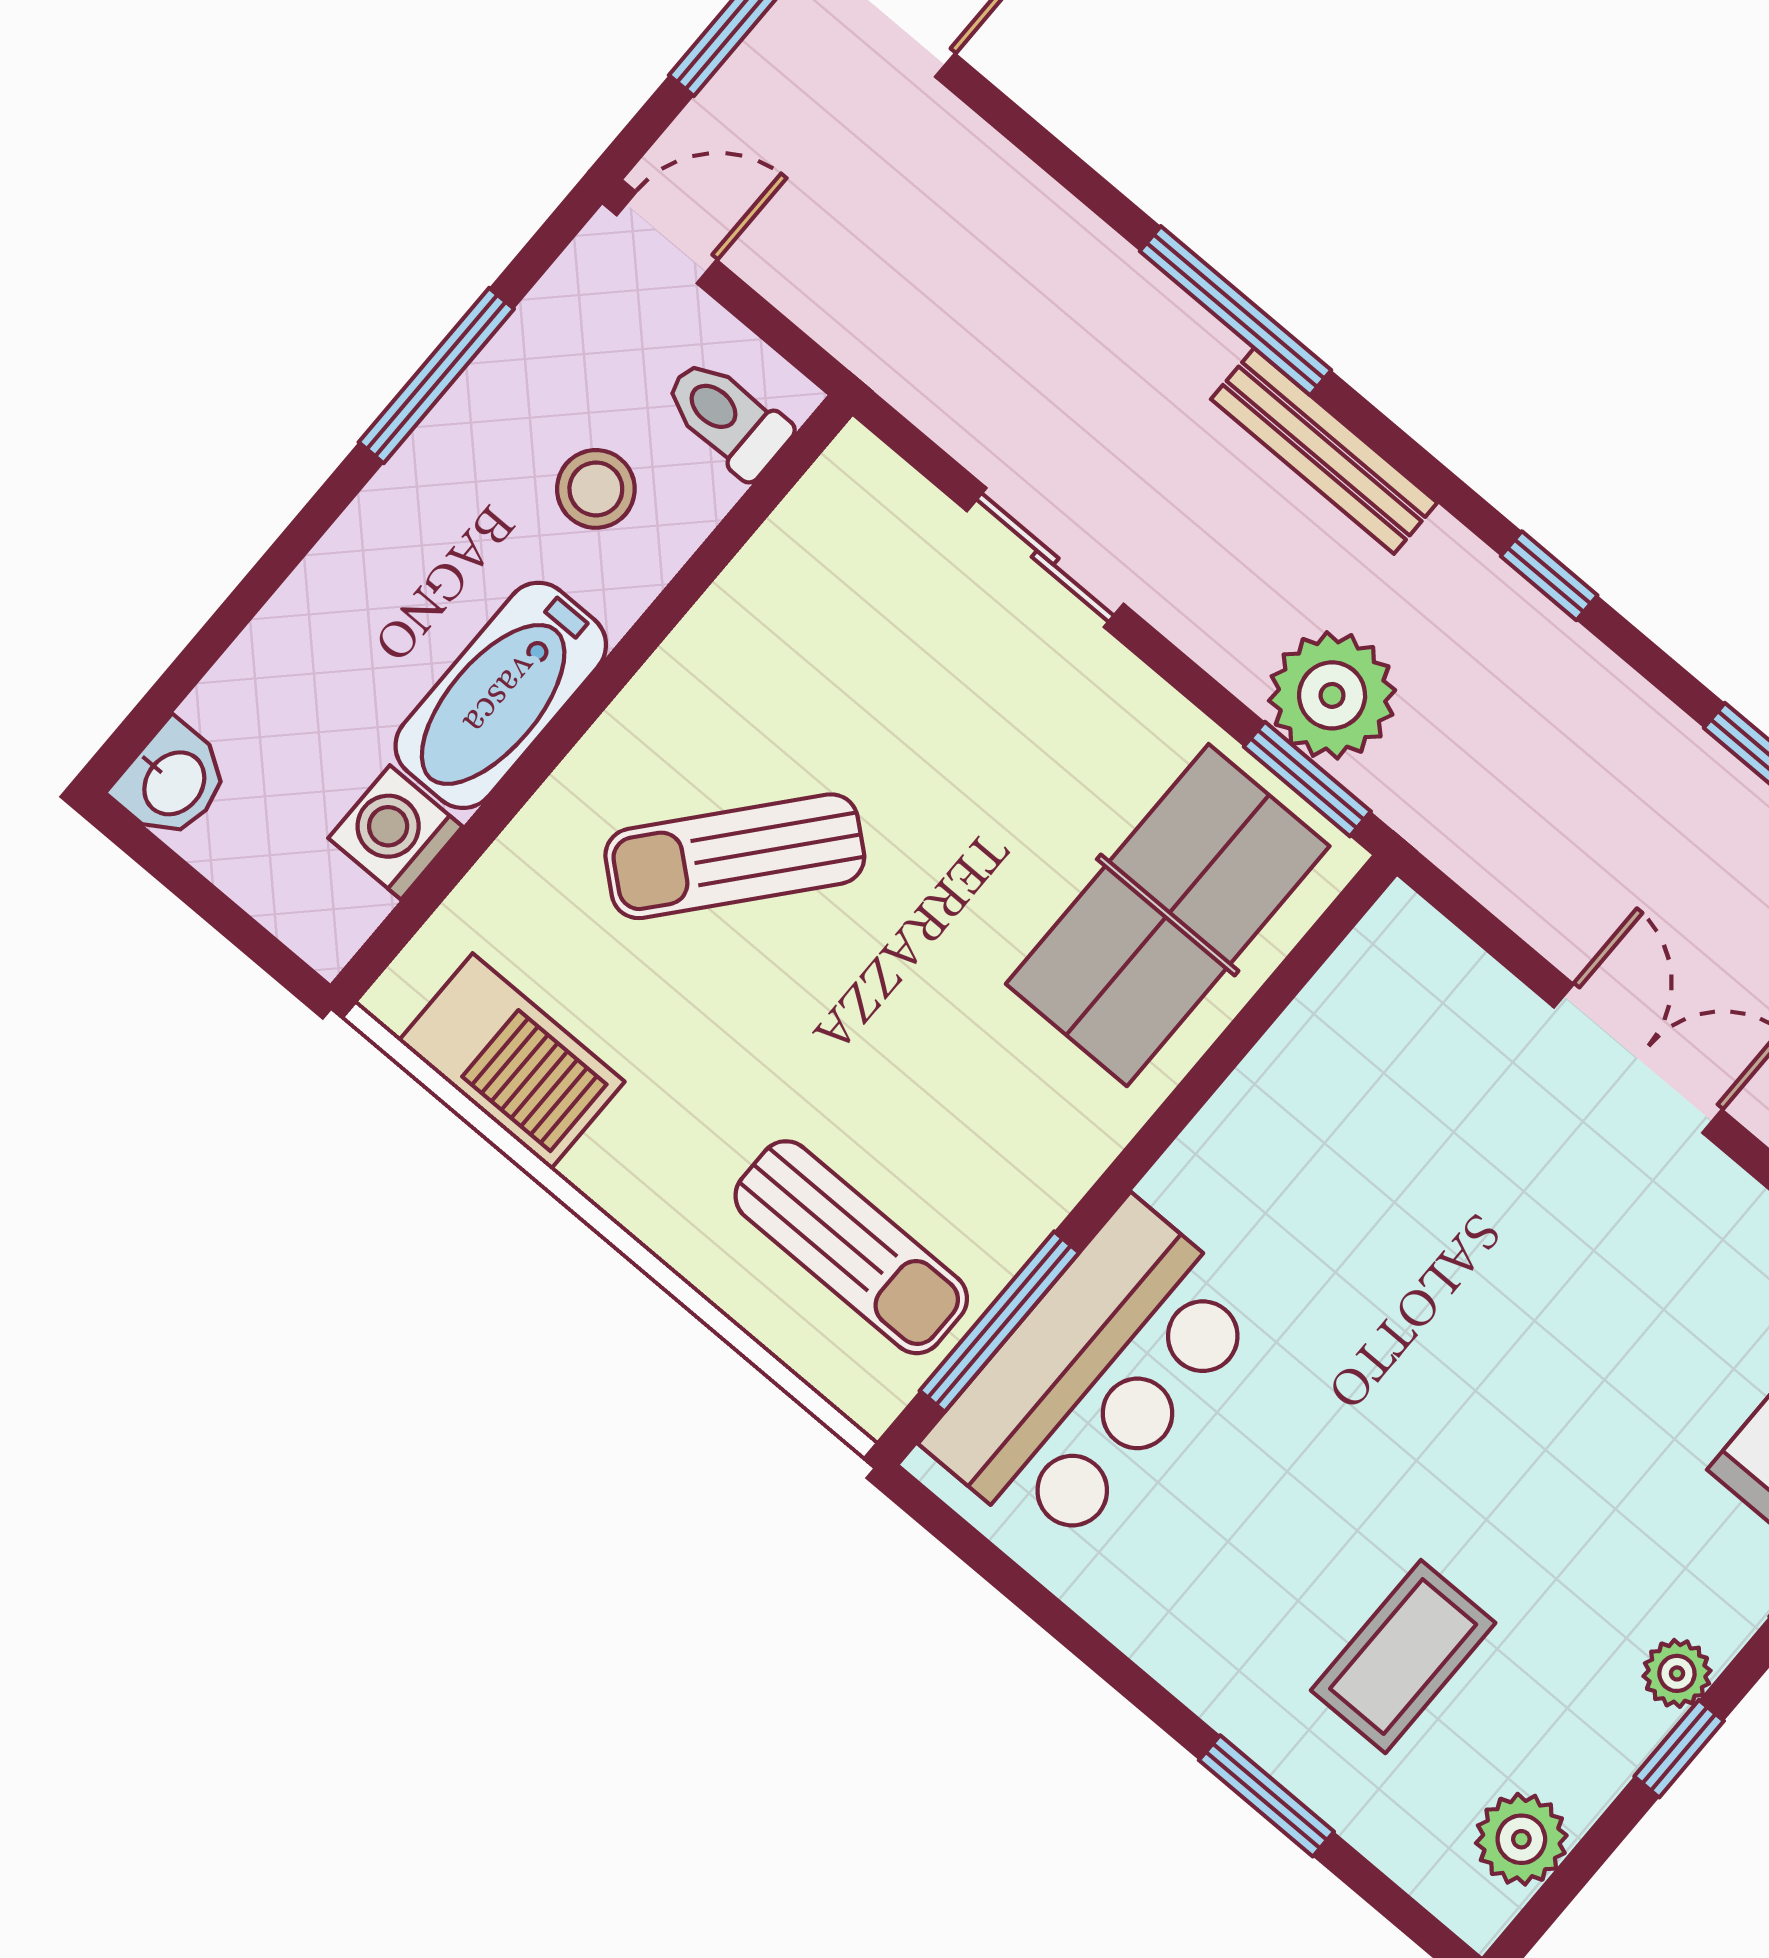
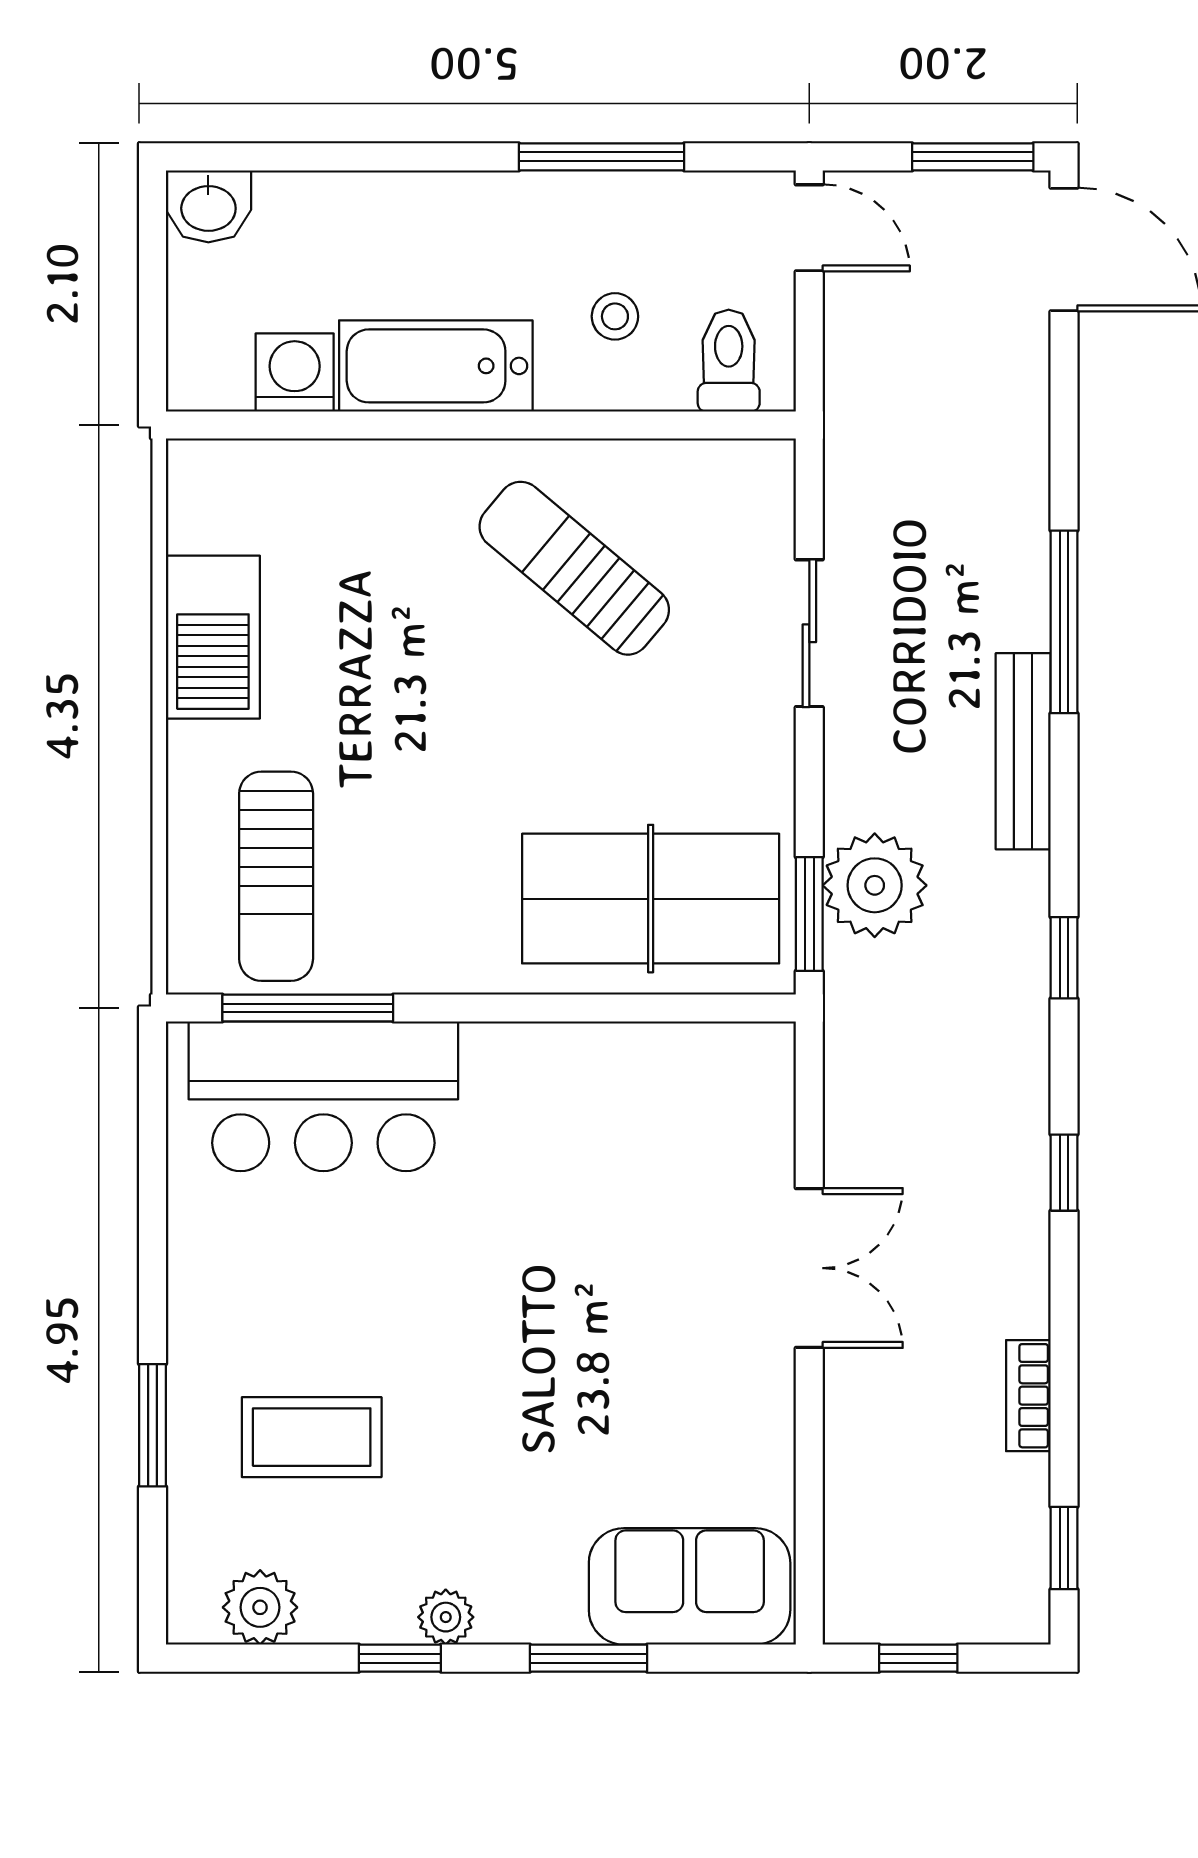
stool: (596, 489) -> (615, 316), width x0.73, depth x0.73
sun lounger: (735, 856) -> (574, 568), moved
barbecue: (512, 1061) -> (213, 637), moved

